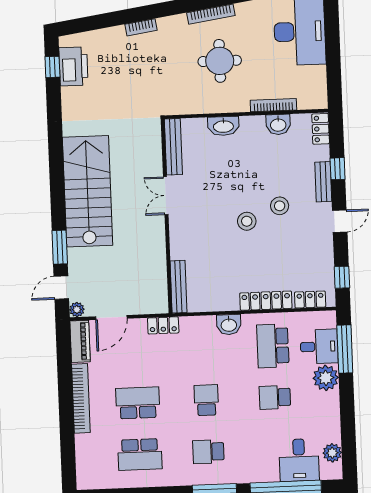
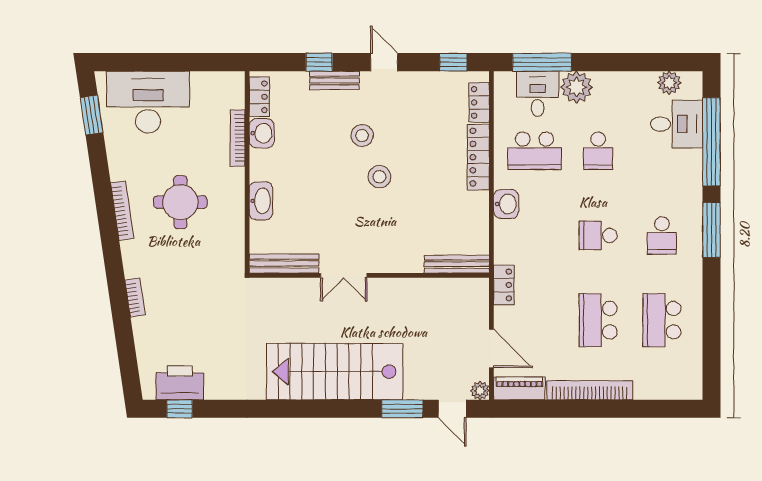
locker: (321, 129) -> (259, 97), moved, turned -90
school desk: (140, 454) -> (662, 320), turned 180

